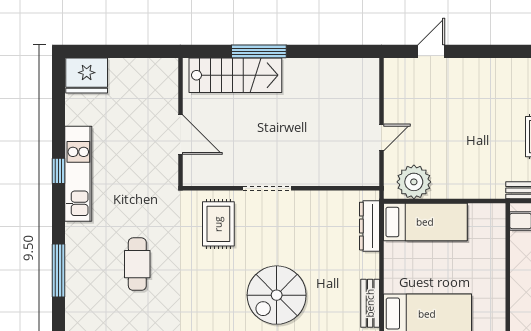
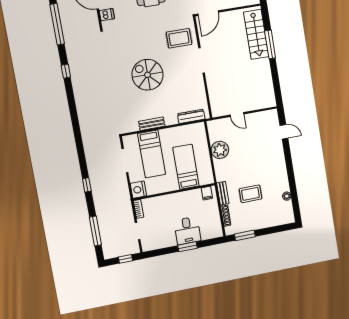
door: (180, 135) -> (208, 13), moved
plant: (414, 182) -> (220, 150), moved
bed: (425, 222) -> (186, 167), moved, turned 180

